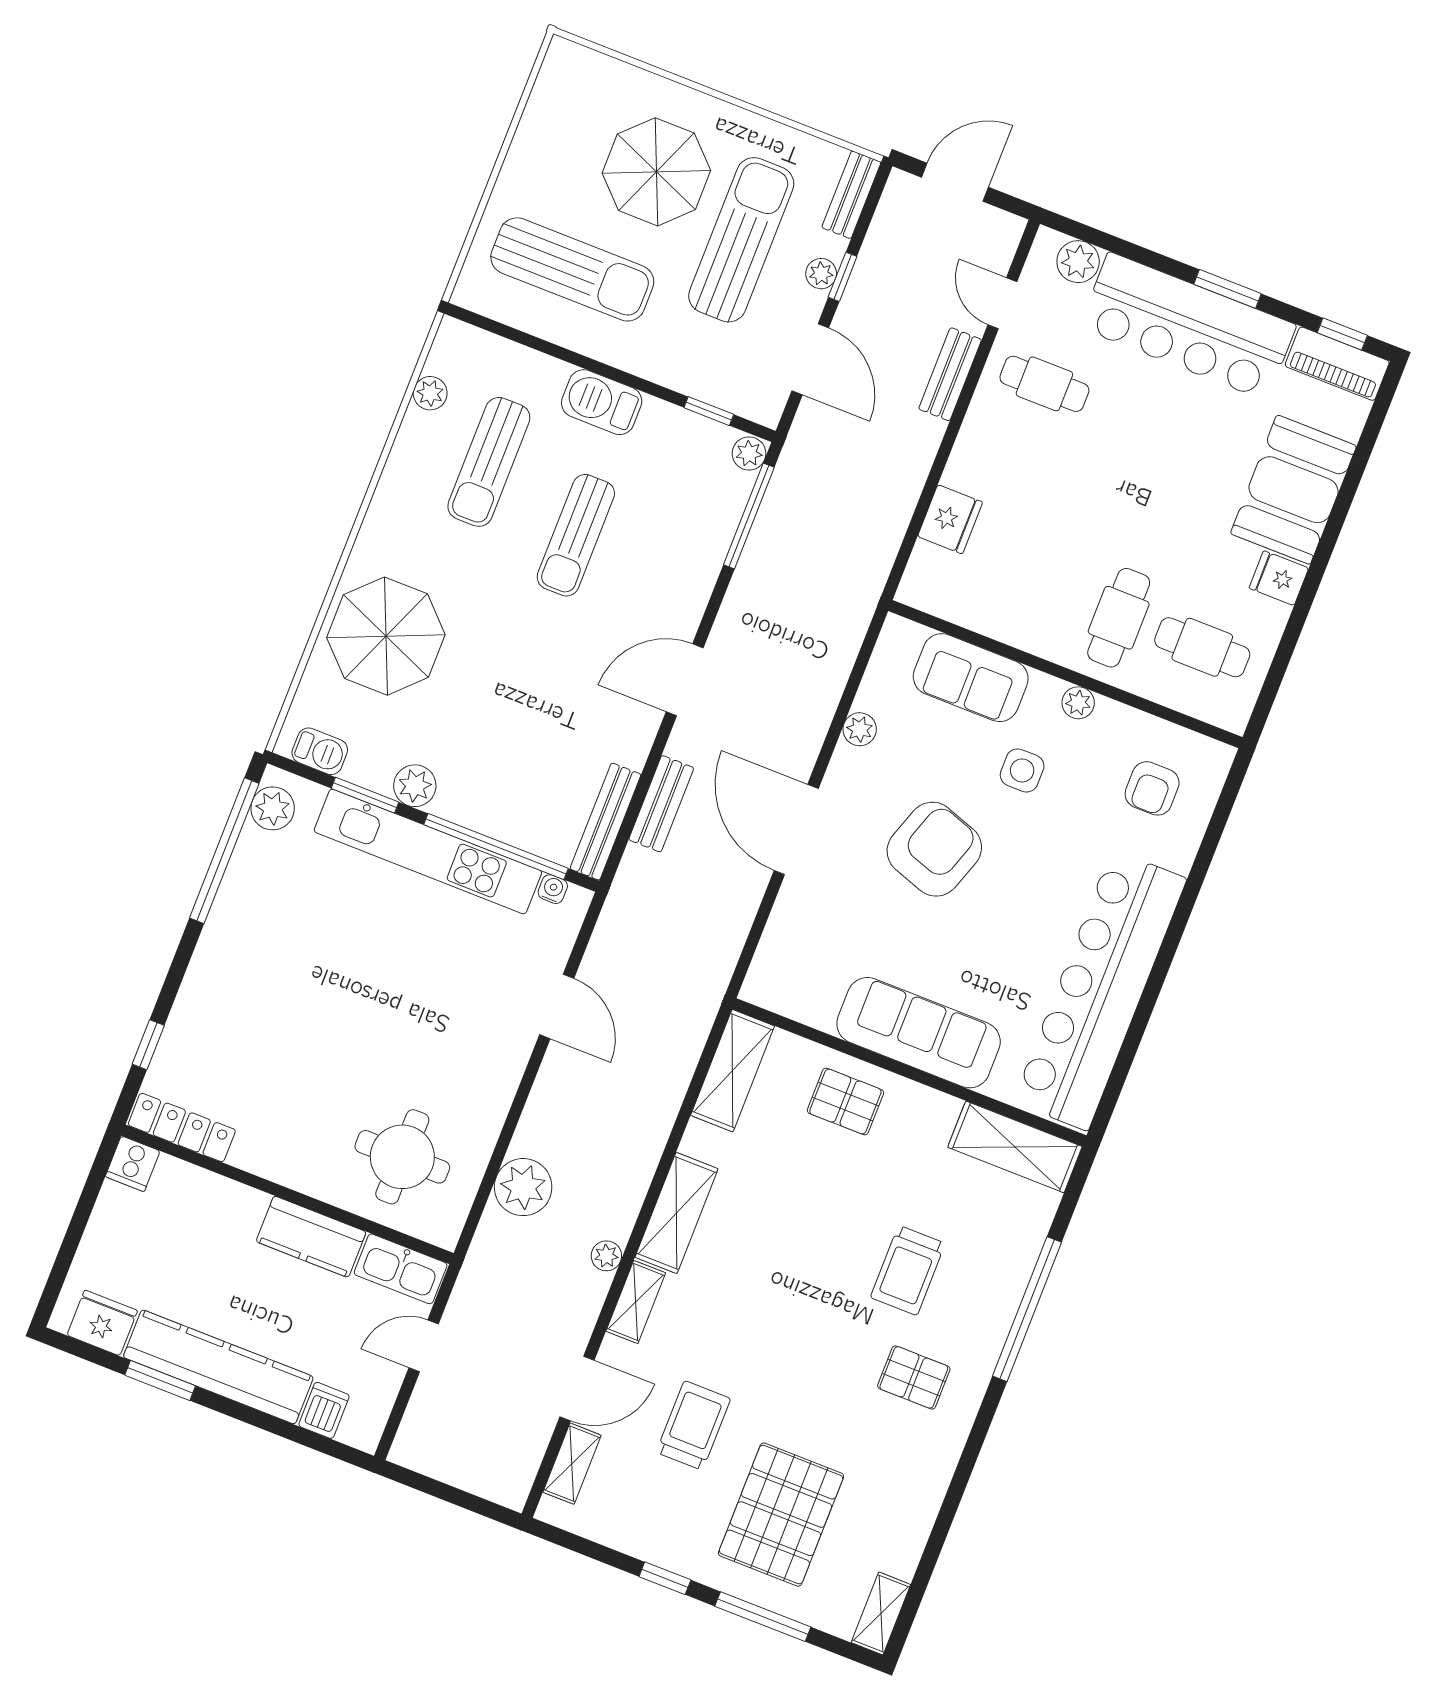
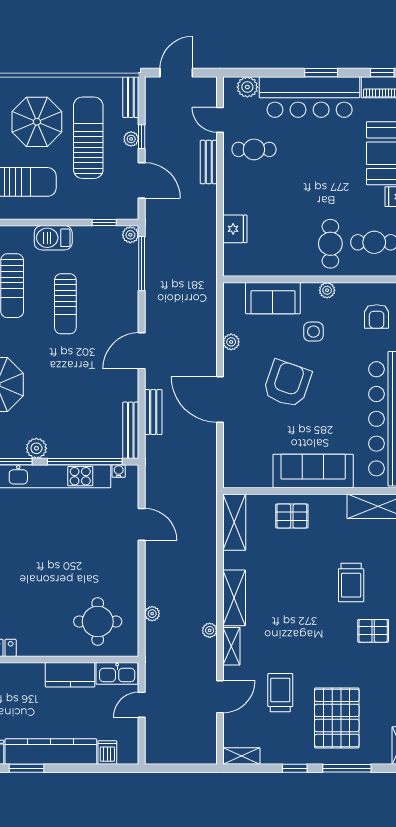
plant: (523, 1187) -> (152, 614), width x0.53, depth x0.53
shelving: (572, 1464) -> (241, 756), moved, turned 90

